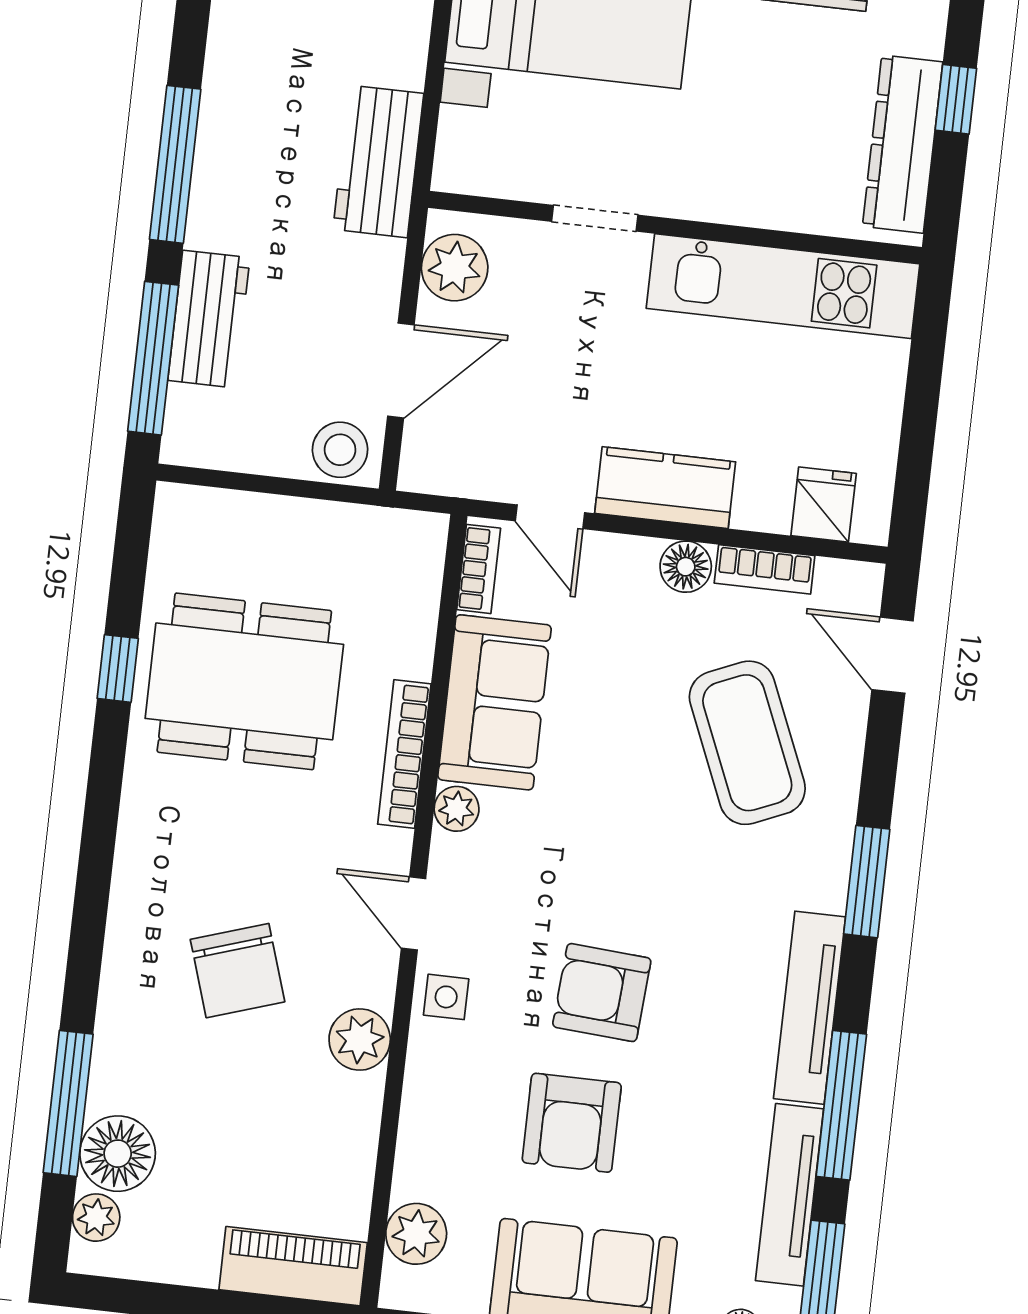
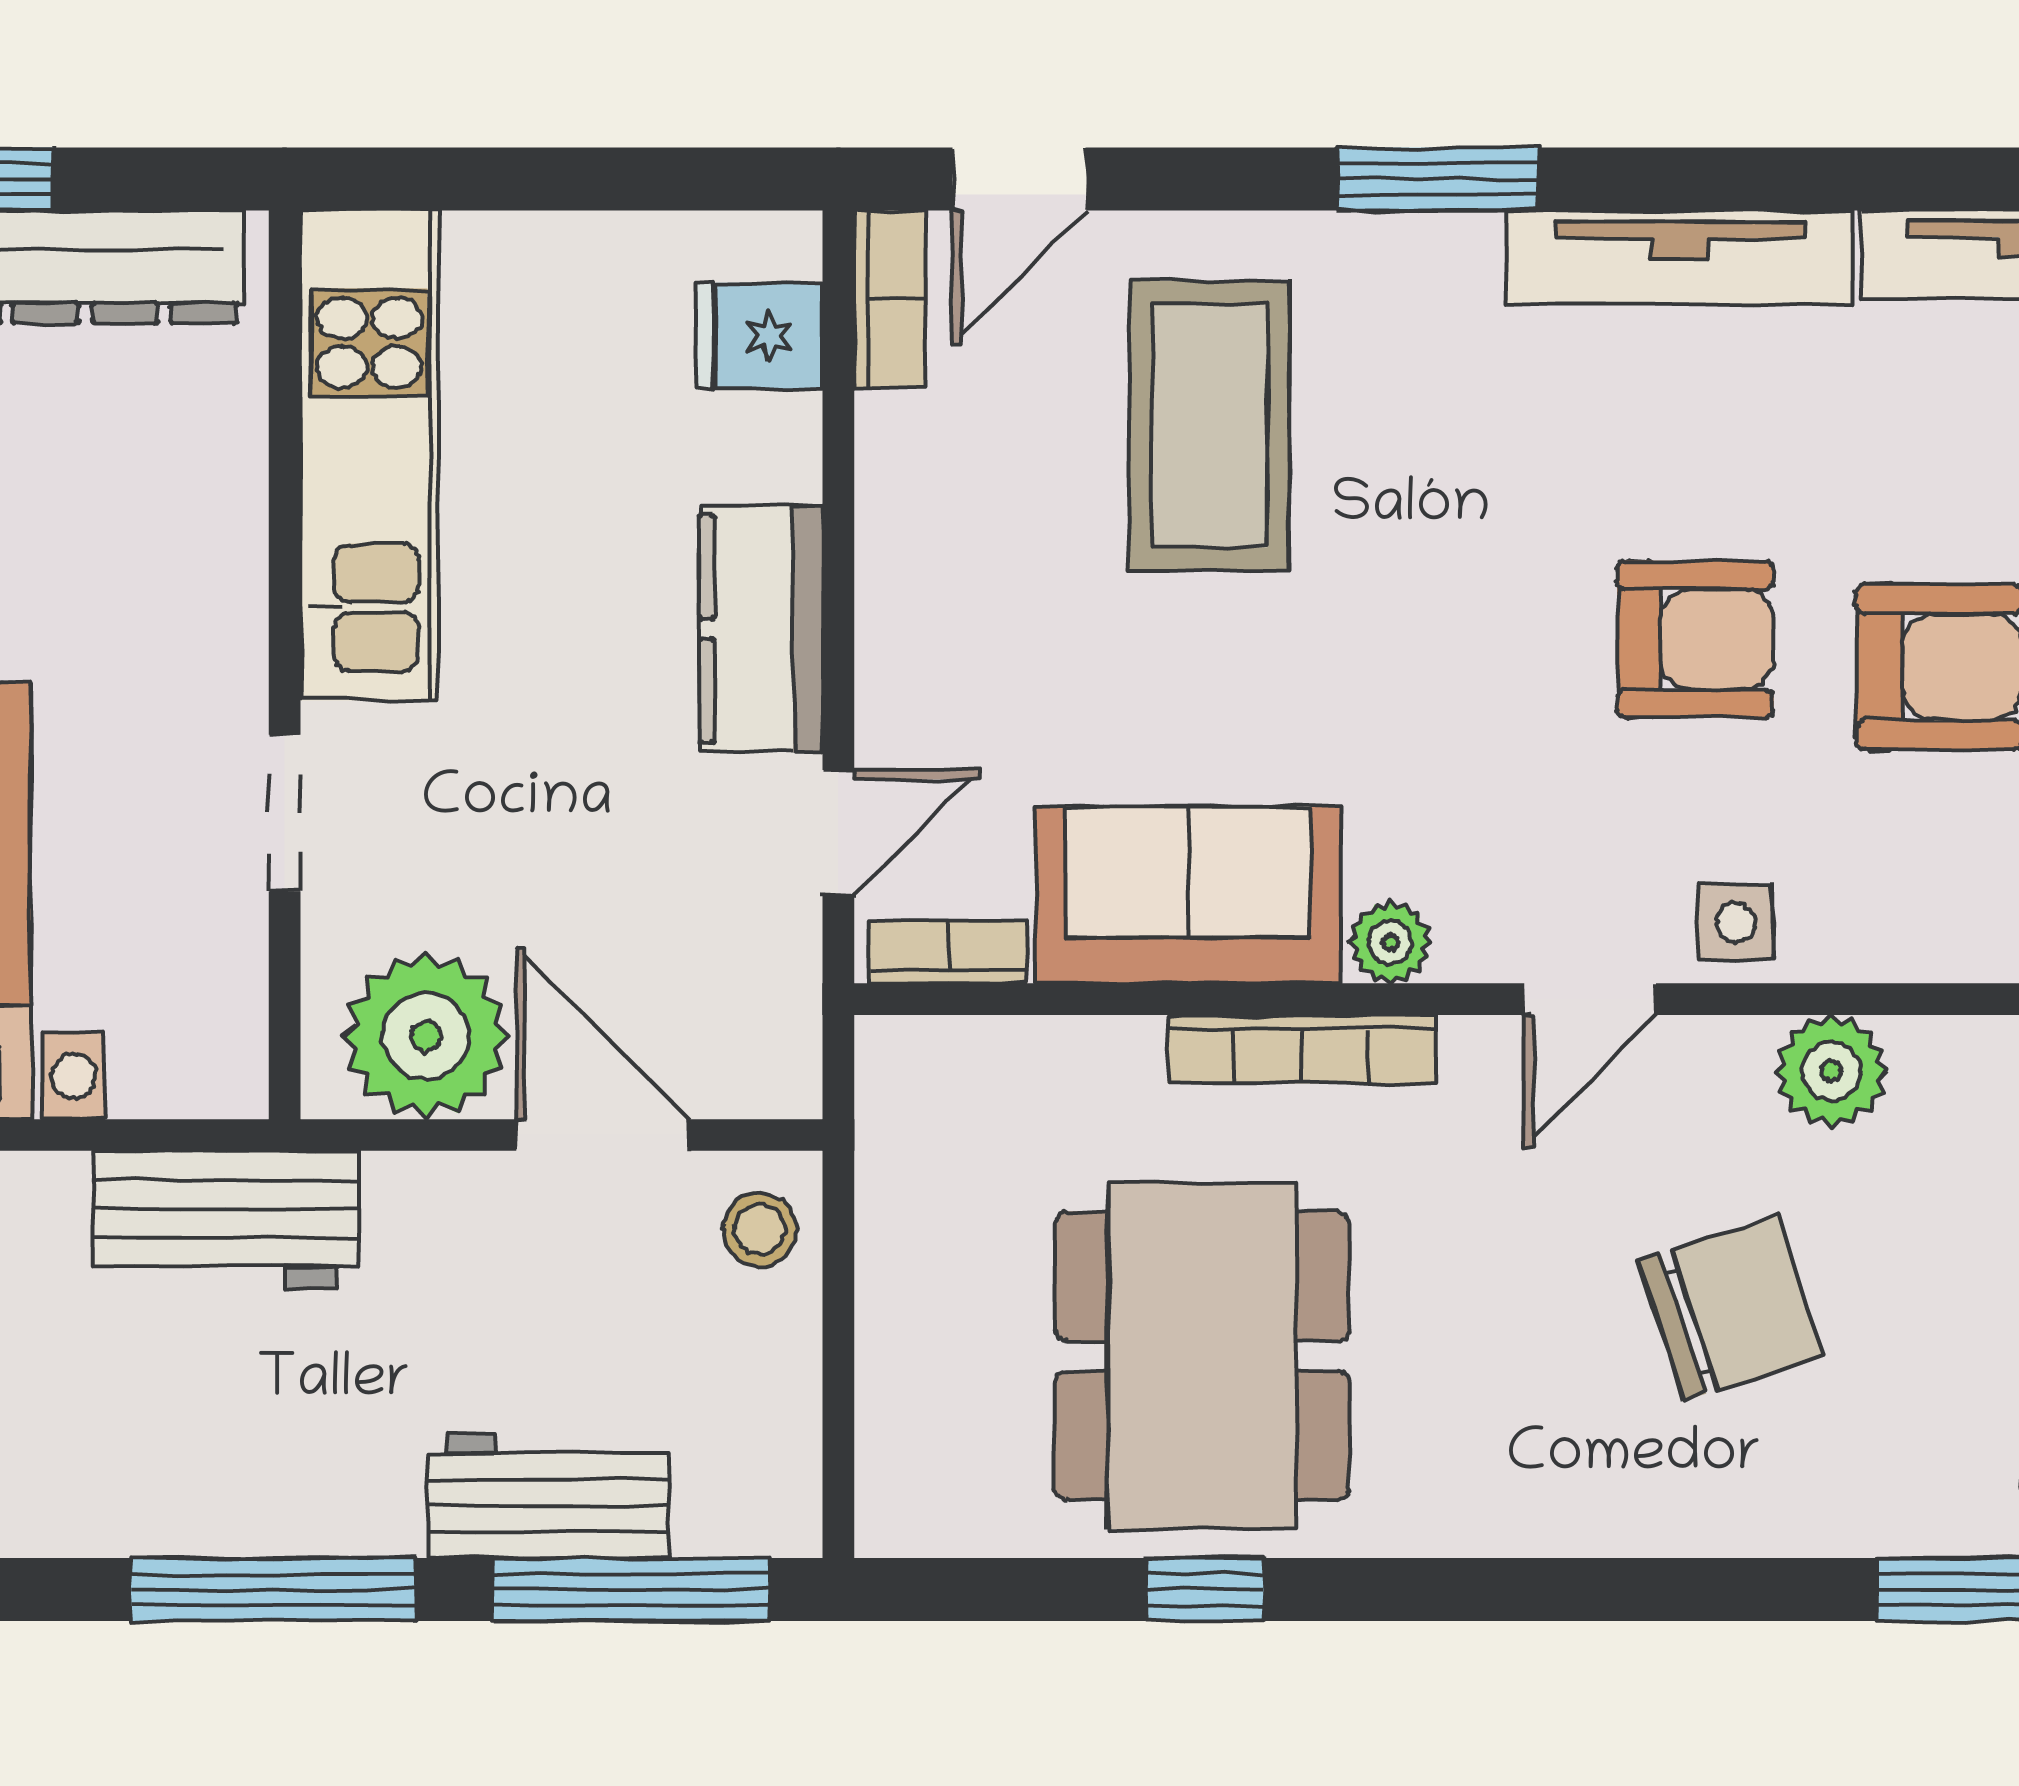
plant: (455, 268) -> (426, 1036), width x1.36, depth x1.36
stool: (340, 450) -> (760, 1229), width x0.73, depth x0.73
floor lamp: (686, 567) -> (901, 575), removed
bookcase: (765, 569) -> (890, 299), moved
coffee table: (747, 743) -> (1209, 426), turned -67
armchair: (602, 993) -> (1695, 639), turned -94
window: (841, 1105) -> (1851, 179), removed

